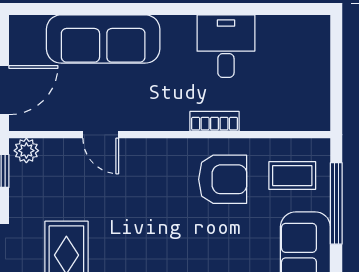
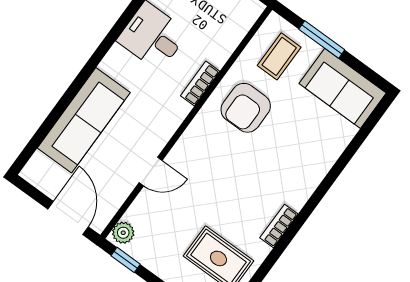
armchair: (223, 179) -> (246, 108), turned 180
window: (336, 203) -> (322, 40), width x0.69

